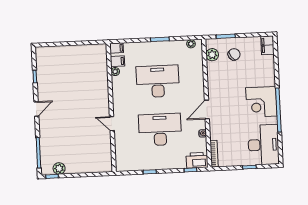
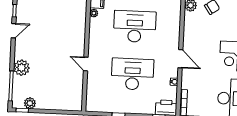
door: (36, 109) -> (14, 31), moved
door: (207, 110) -> (180, 59), swing flipped
plant: (47, 133) -> (21, 68), added

